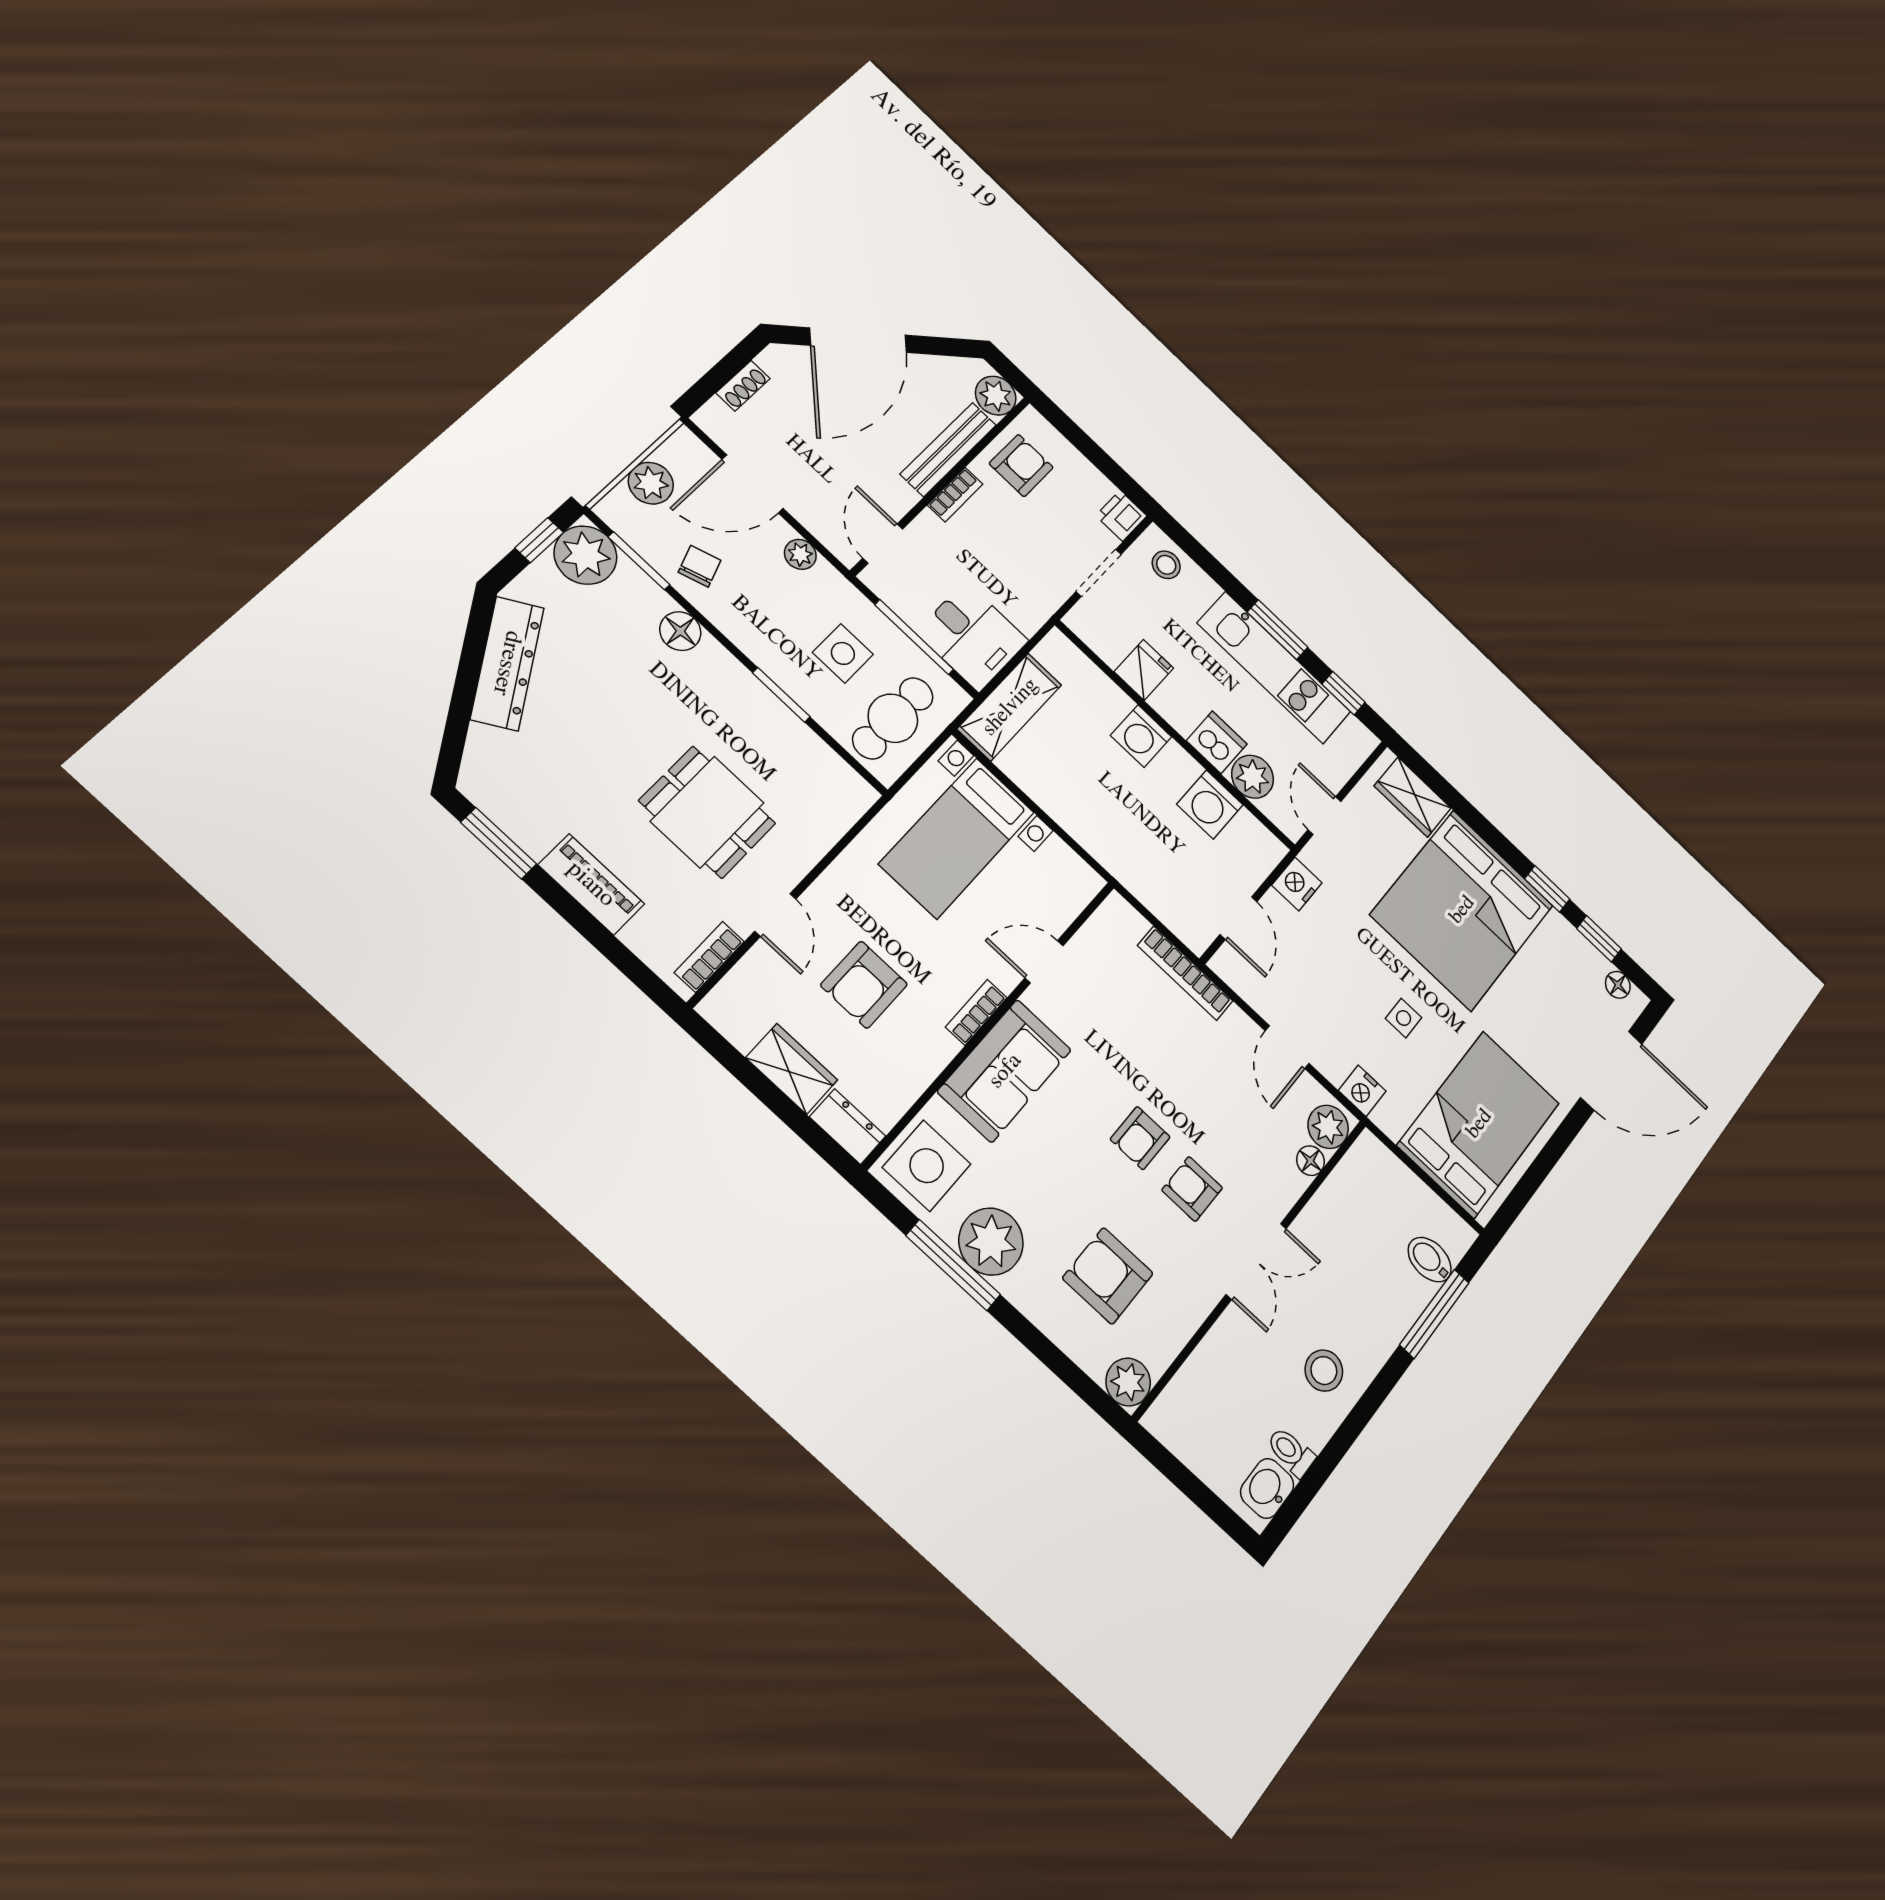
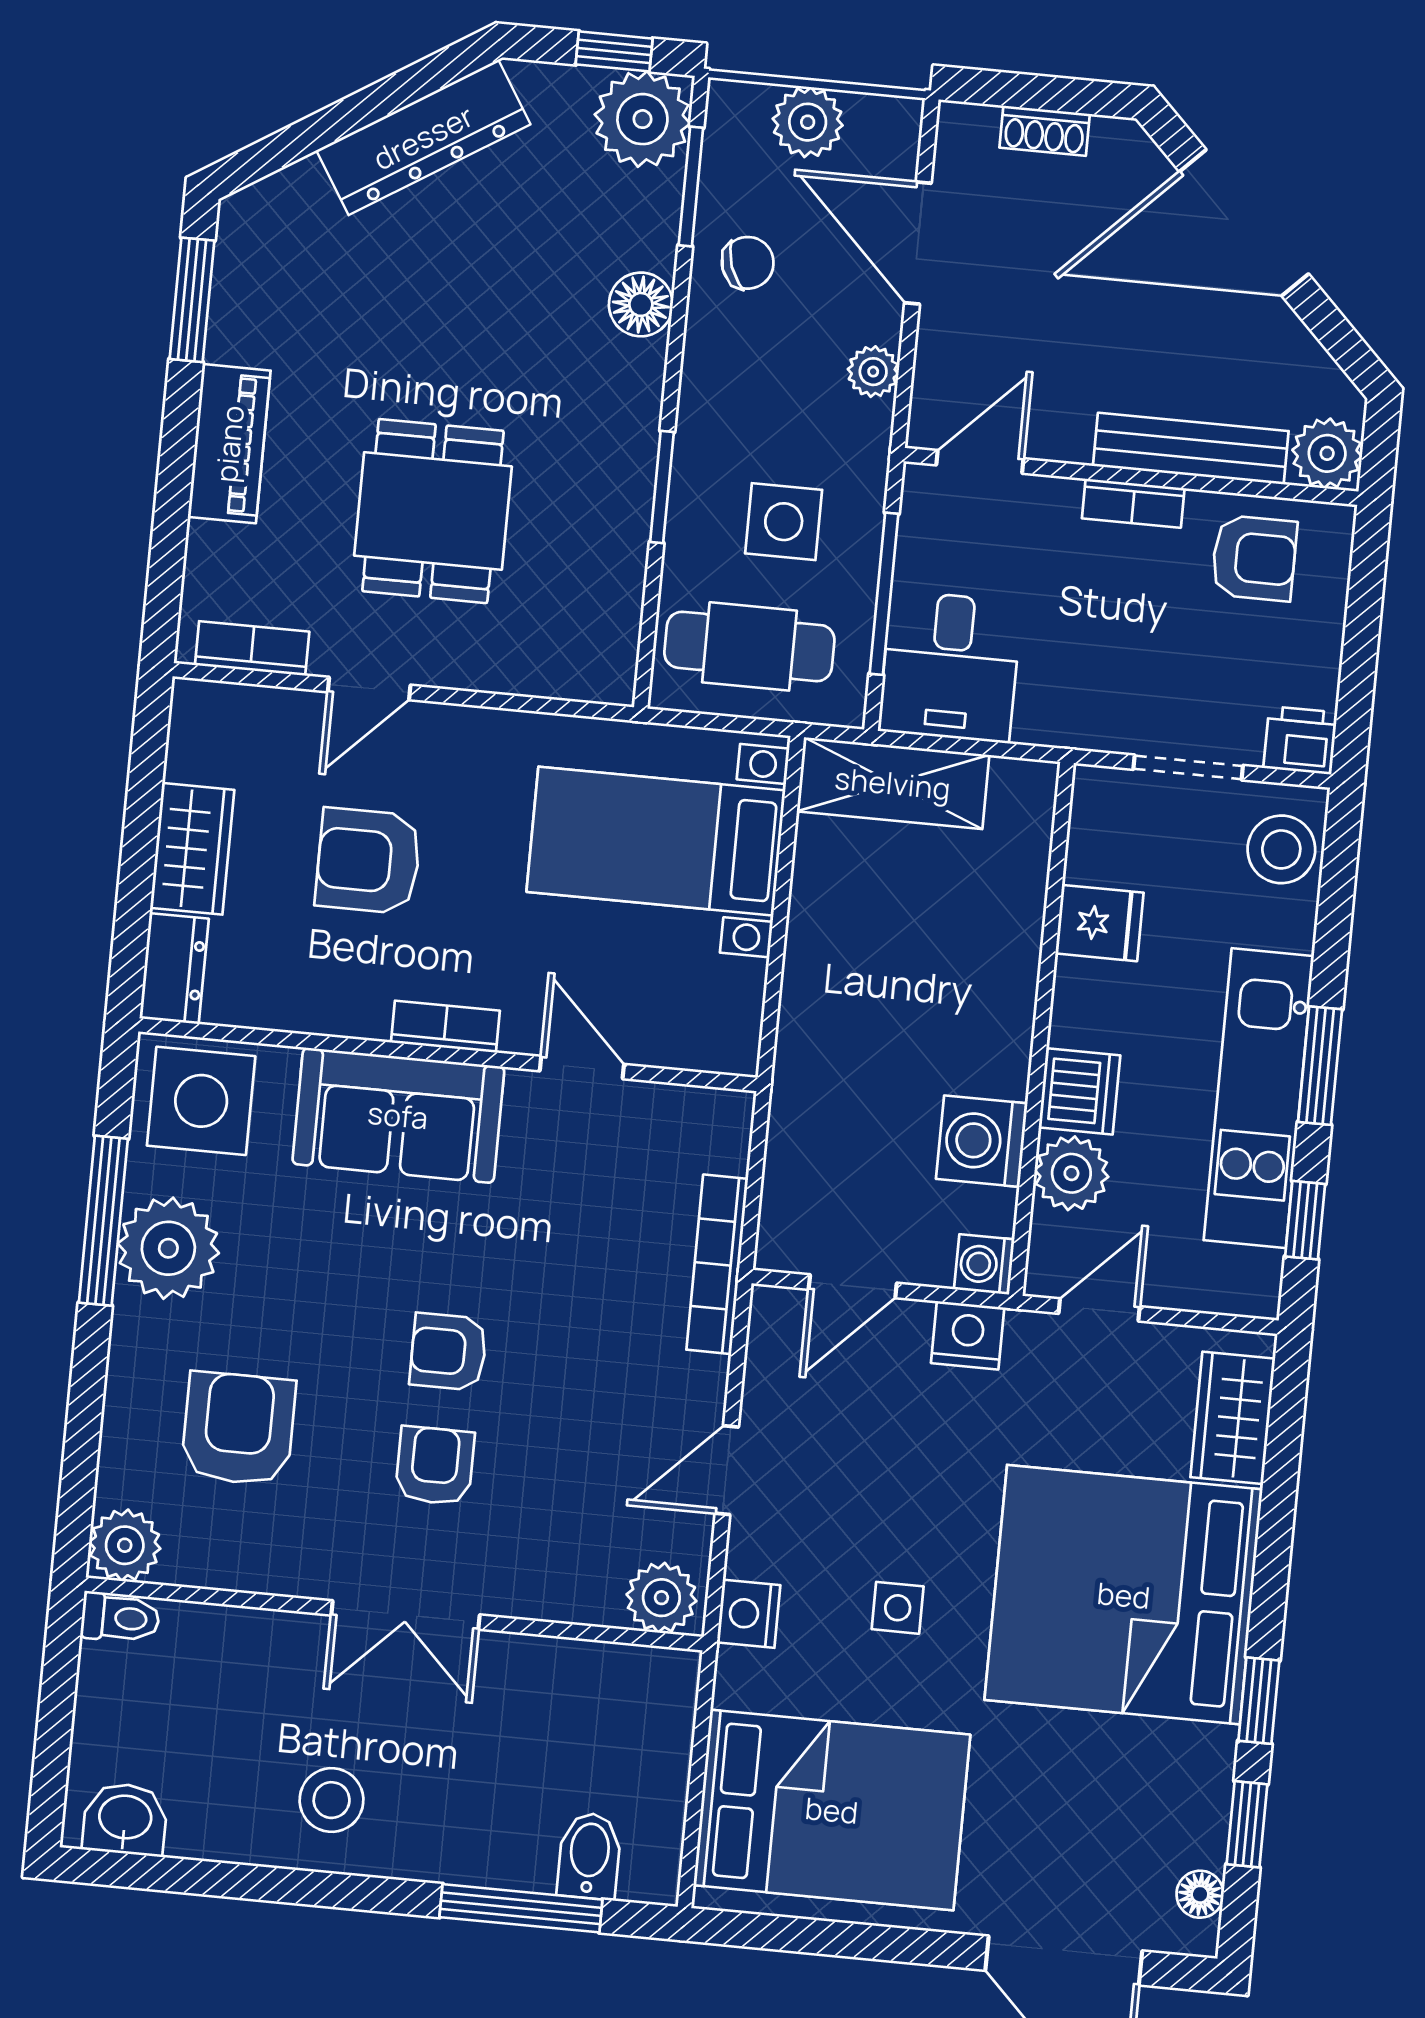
stool: (1166, 565) -> (1281, 849), width x1.37, depth x1.37
washing machine: (1141, 736) -> (984, 1264), moved, width x0.73, depth x0.73
floor lamp: (1310, 1161) -> (596, 1603), removed
toilet: (1291, 1452) -> (120, 1618), moved, turned 90

